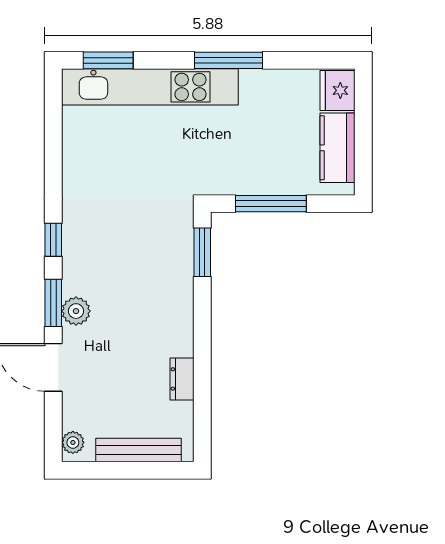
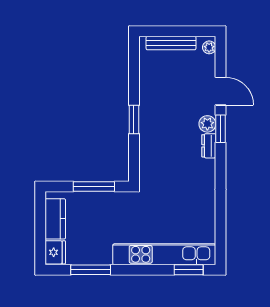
window: (229, 60) -> (91, 270), moved
window: (53, 240) -> (221, 165), removed
window: (202, 252) -> (134, 120), moved
dresser: (182, 379) -> (209, 146), moved, turned 180

